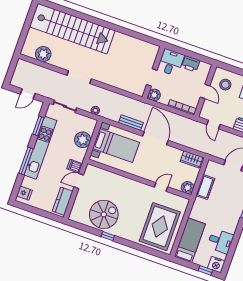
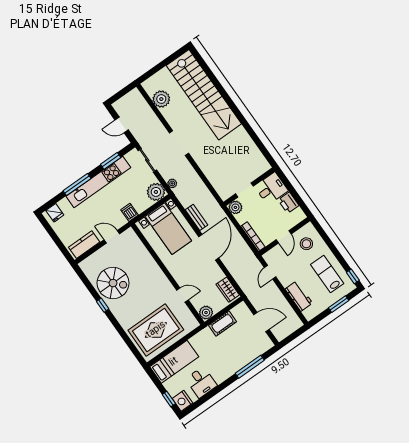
plant: (83, 140) -> (156, 192), moved
dishwasher: (75, 166) -> (129, 212), moved

